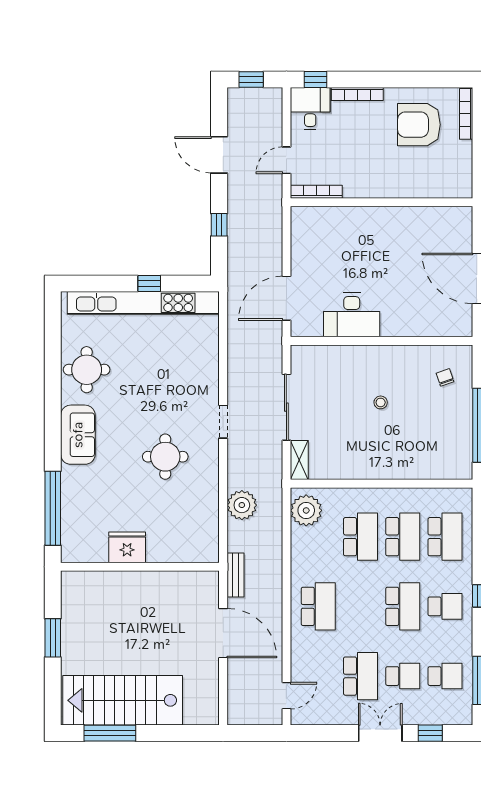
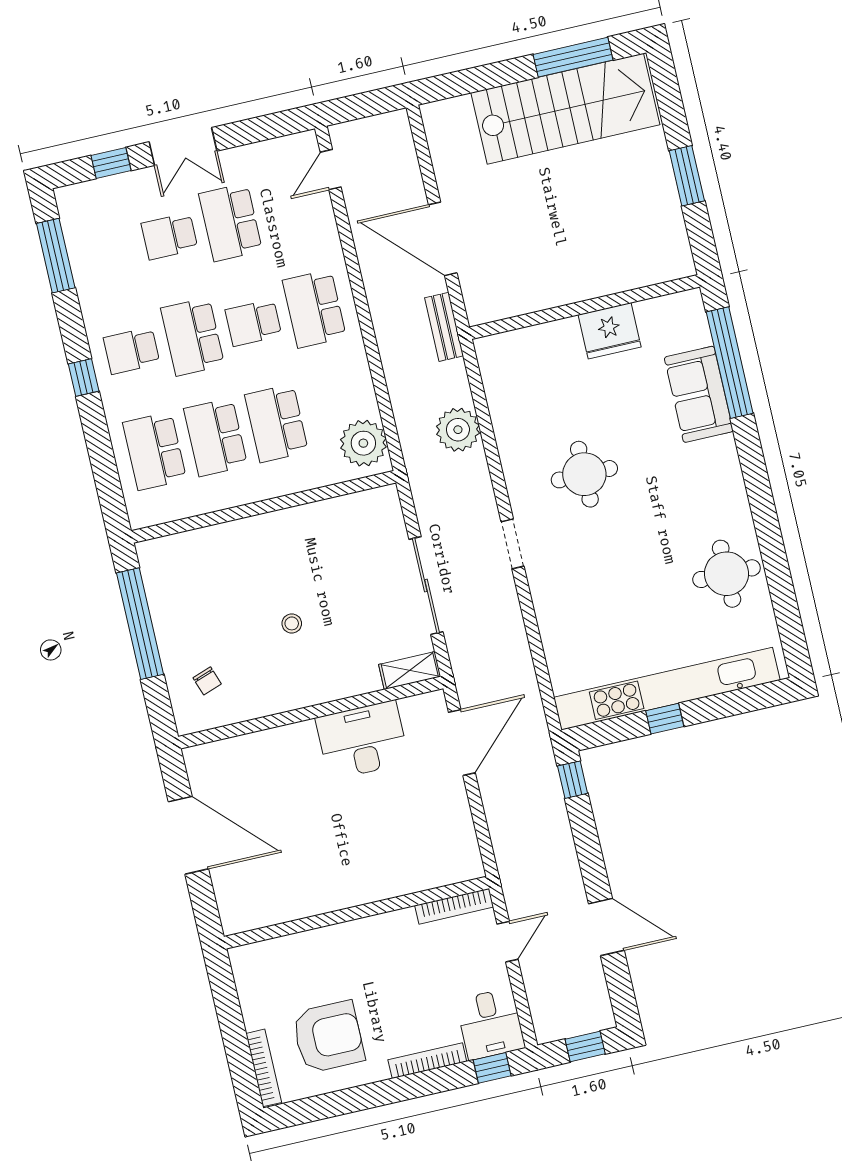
window: (219, 225) -> (573, 780), moved
sofa: (78, 435) -> (699, 394), moved
shelving: (299, 460) -> (410, 670), moved, turned 90
school desk: (445, 676) -> (253, 323), moved

